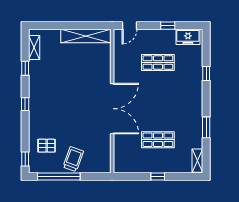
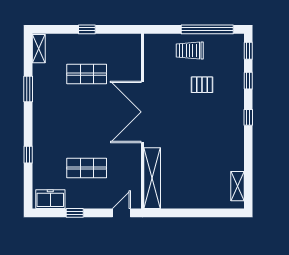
shelving: (86, 36) -> (152, 178), moved, turned 90
window: (25, 68) -> (248, 81), moved
pallet: (47, 146) -> (202, 85), moved
trolley: (73, 159) -> (190, 51), turned 70

